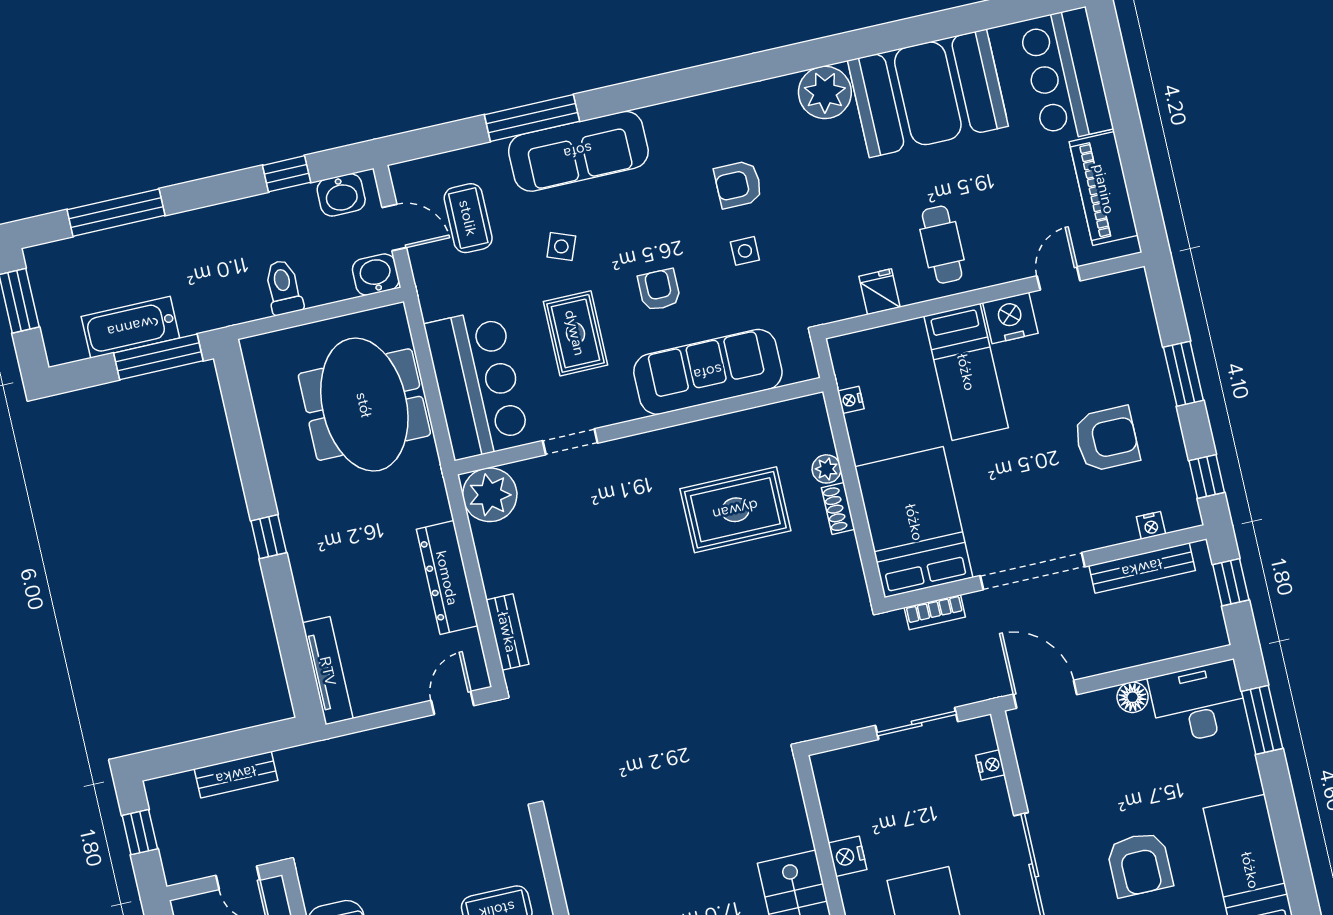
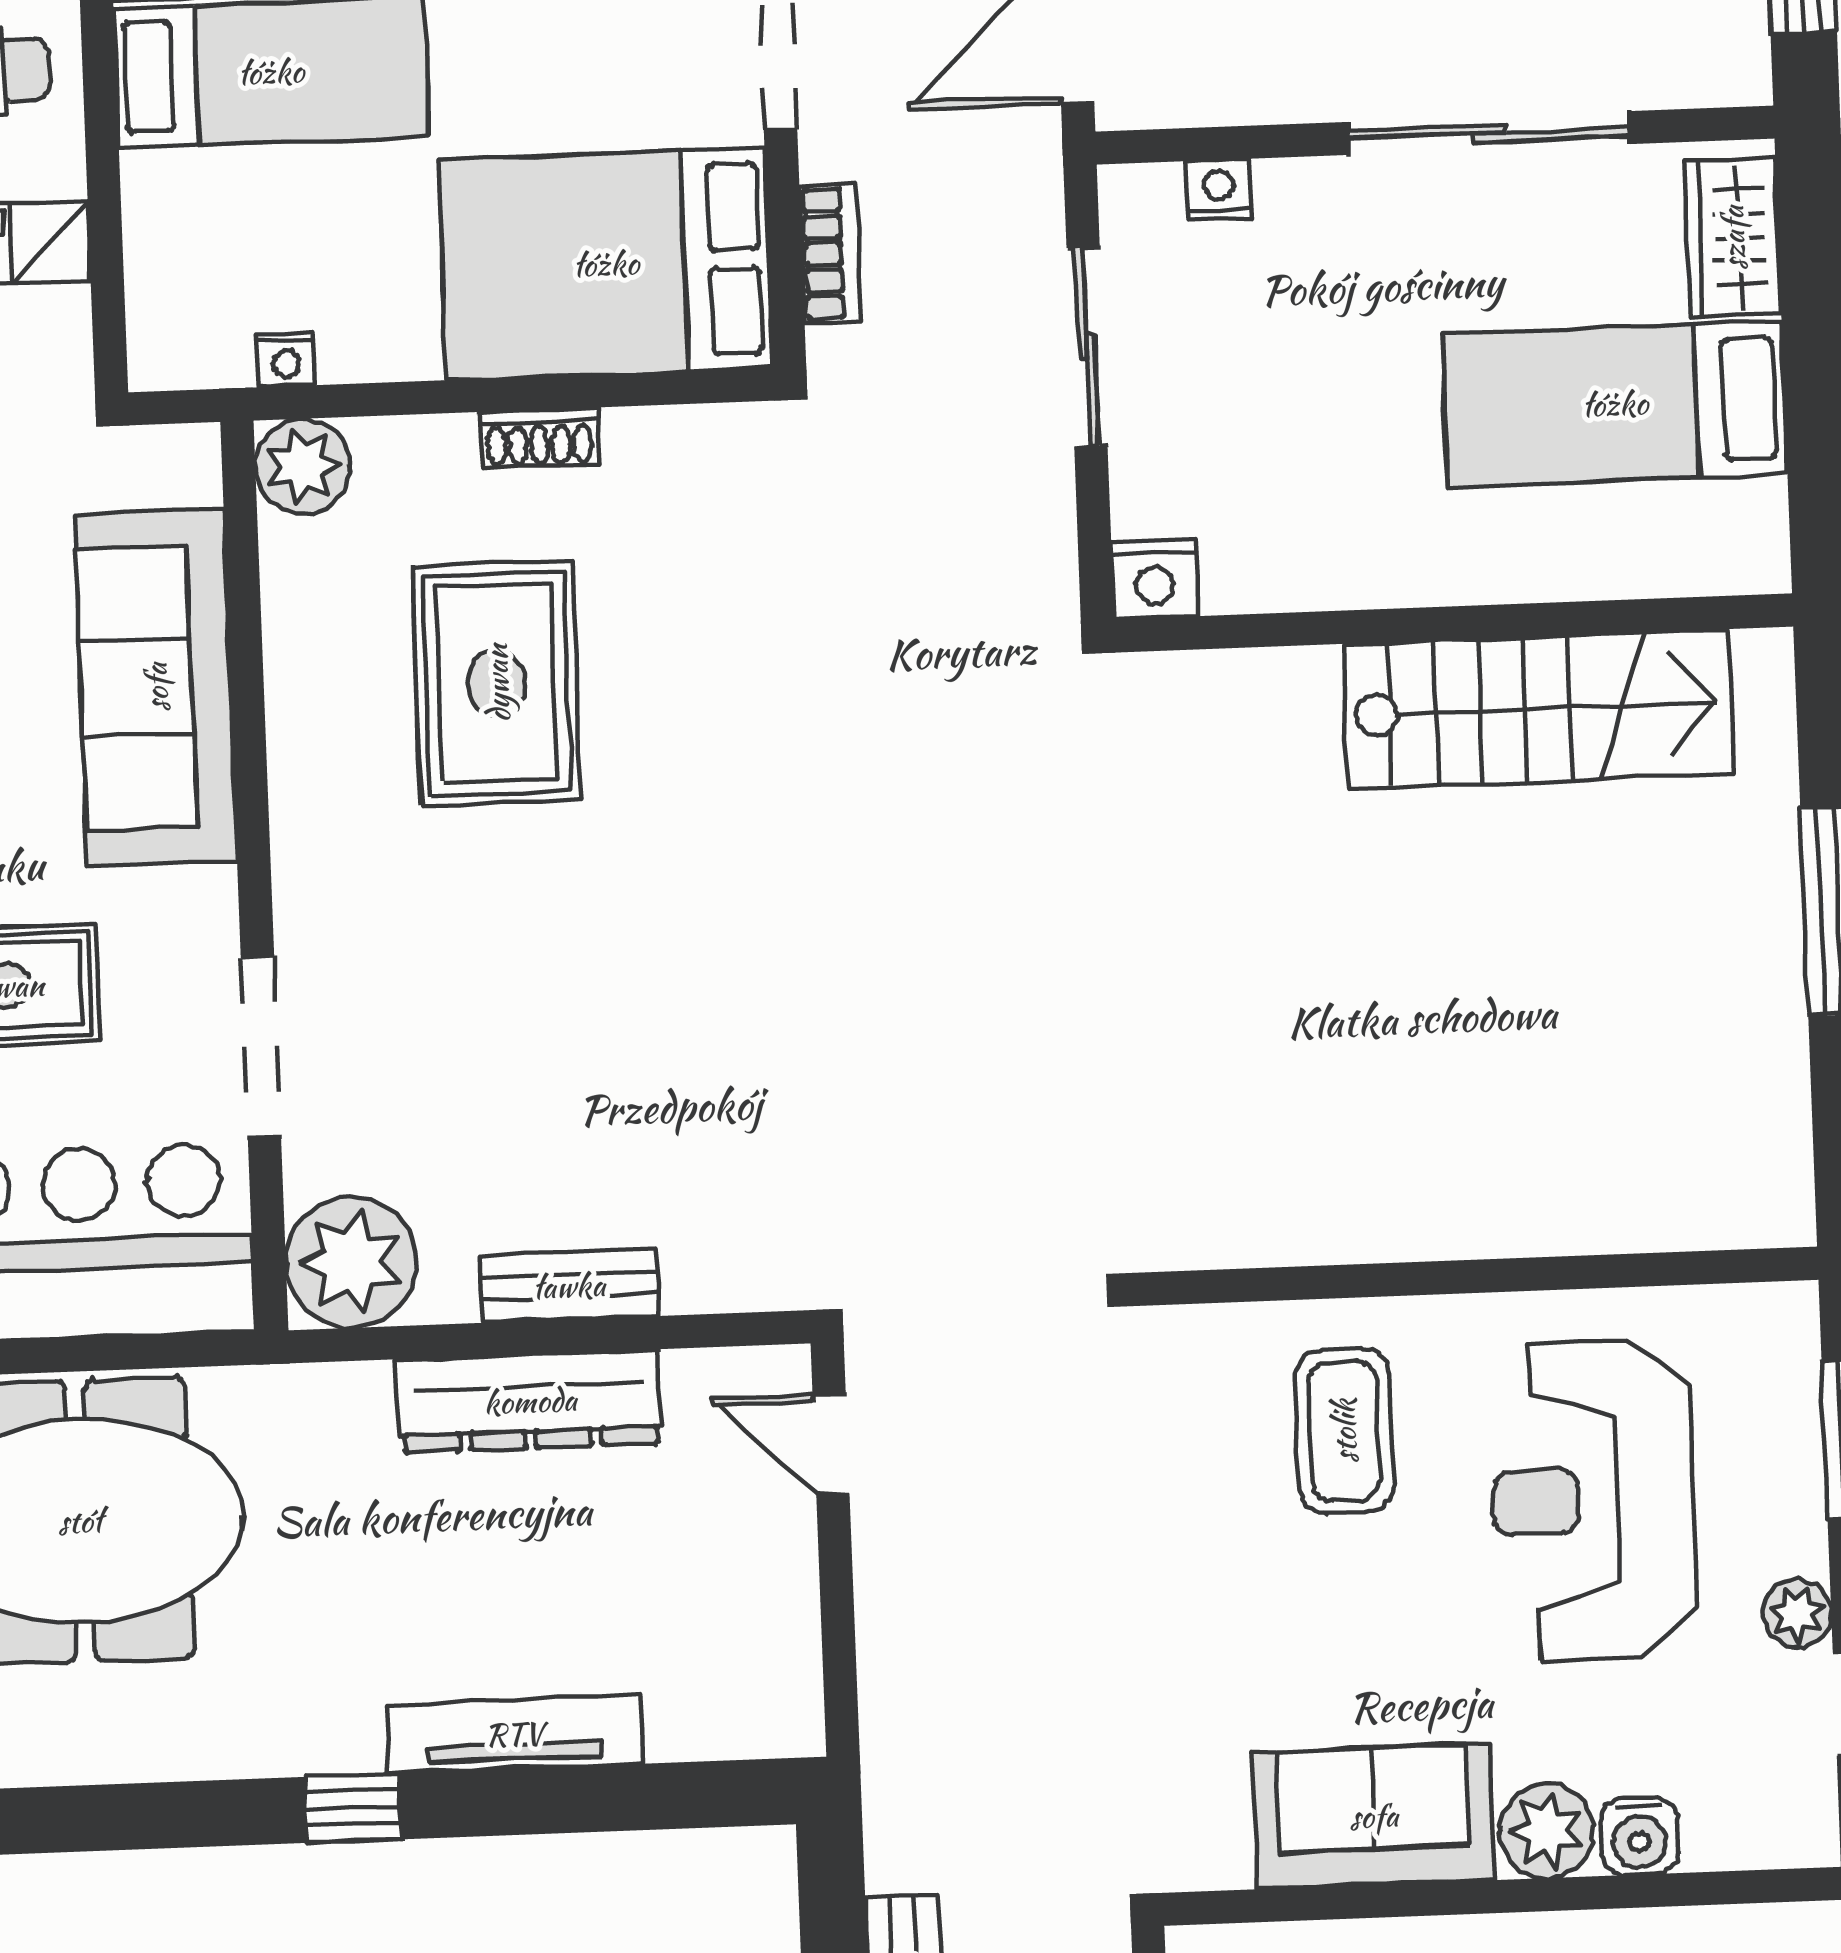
doorway: (570, 442) -> (261, 1047), width x1.38
plant: (826, 469) -> (303, 466), moved, width x1.38, depth x1.38
bench: (507, 632) -> (569, 1286), moved
tv unit: (328, 671) -> (514, 1734), moved
nightstand: (847, 856) -> (1155, 579), moved

